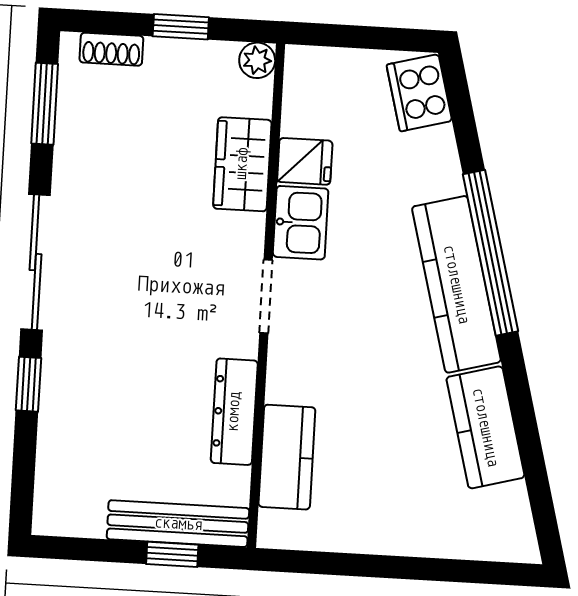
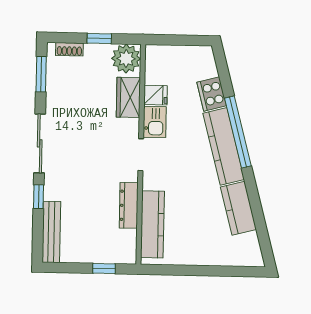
plant: (257, 60) -> (126, 59), width x1.88, depth x1.88
cooker: (419, 93) -> (212, 94), moved
kitchen counter: (287, 457) -> (152, 224), width x1.50
bench: (178, 524) -> (51, 232), moved, turned 90

